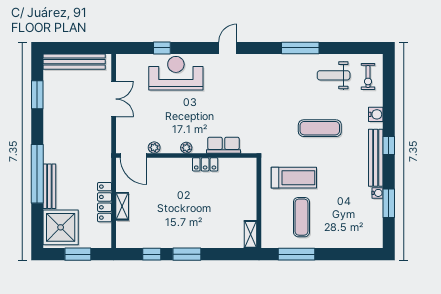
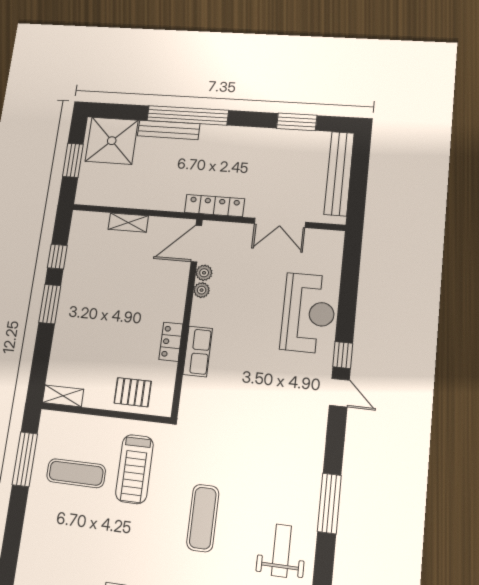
window: (162, 48) -> (343, 355), moved
row of seats: (223, 145) -> (198, 351), moved
plant: (186, 148) -> (202, 290), moved
pallet: (243, 186) -> (133, 392), added
locker: (105, 202) -> (214, 206), moved

